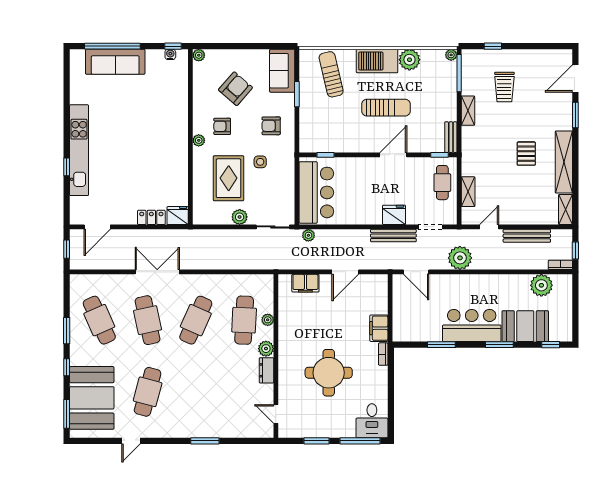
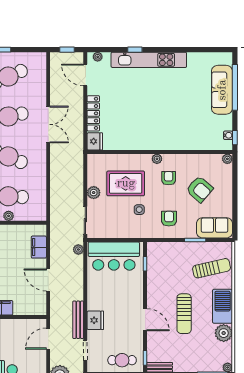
plant: (75, 212) -> (98, 57), added
locker: (151, 217) -> (93, 113), width x1.53

